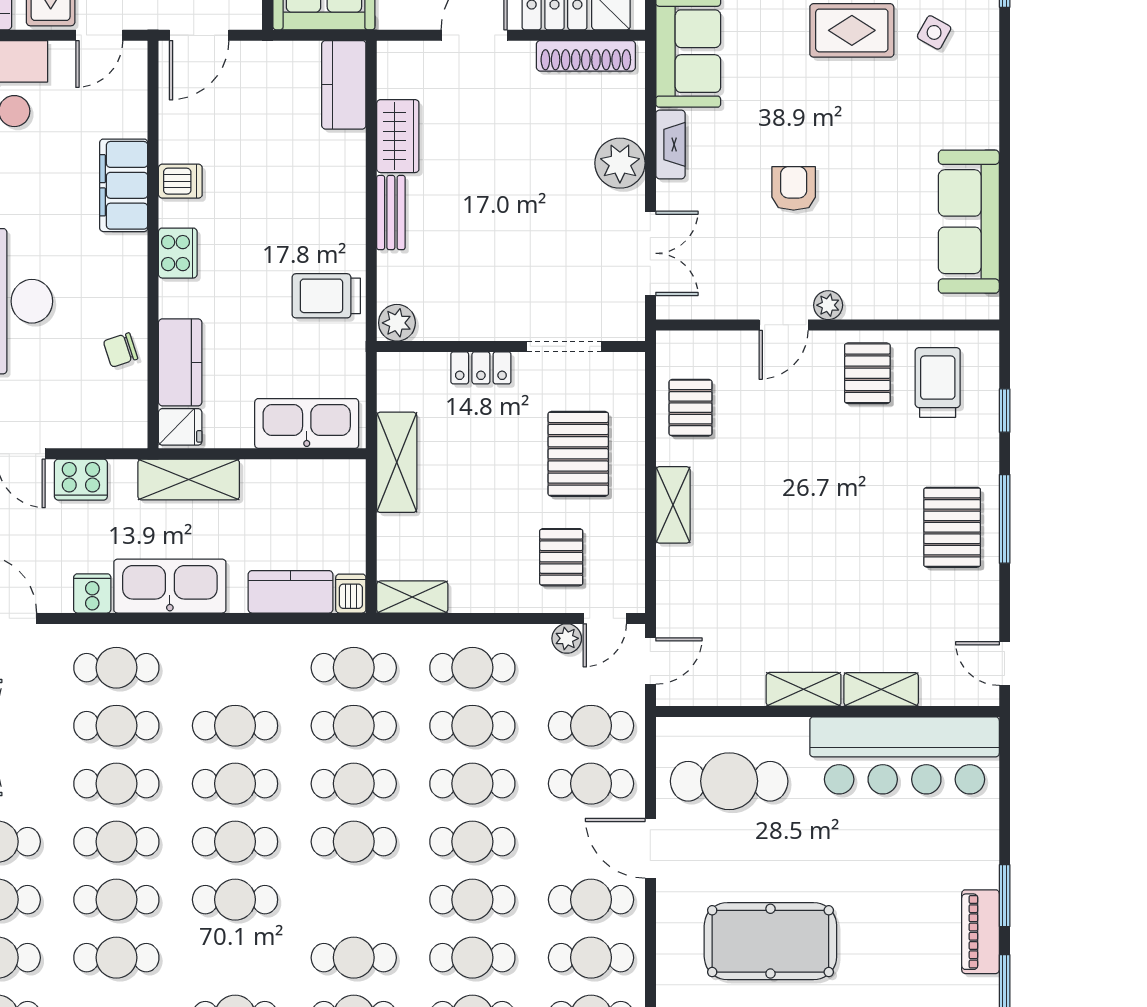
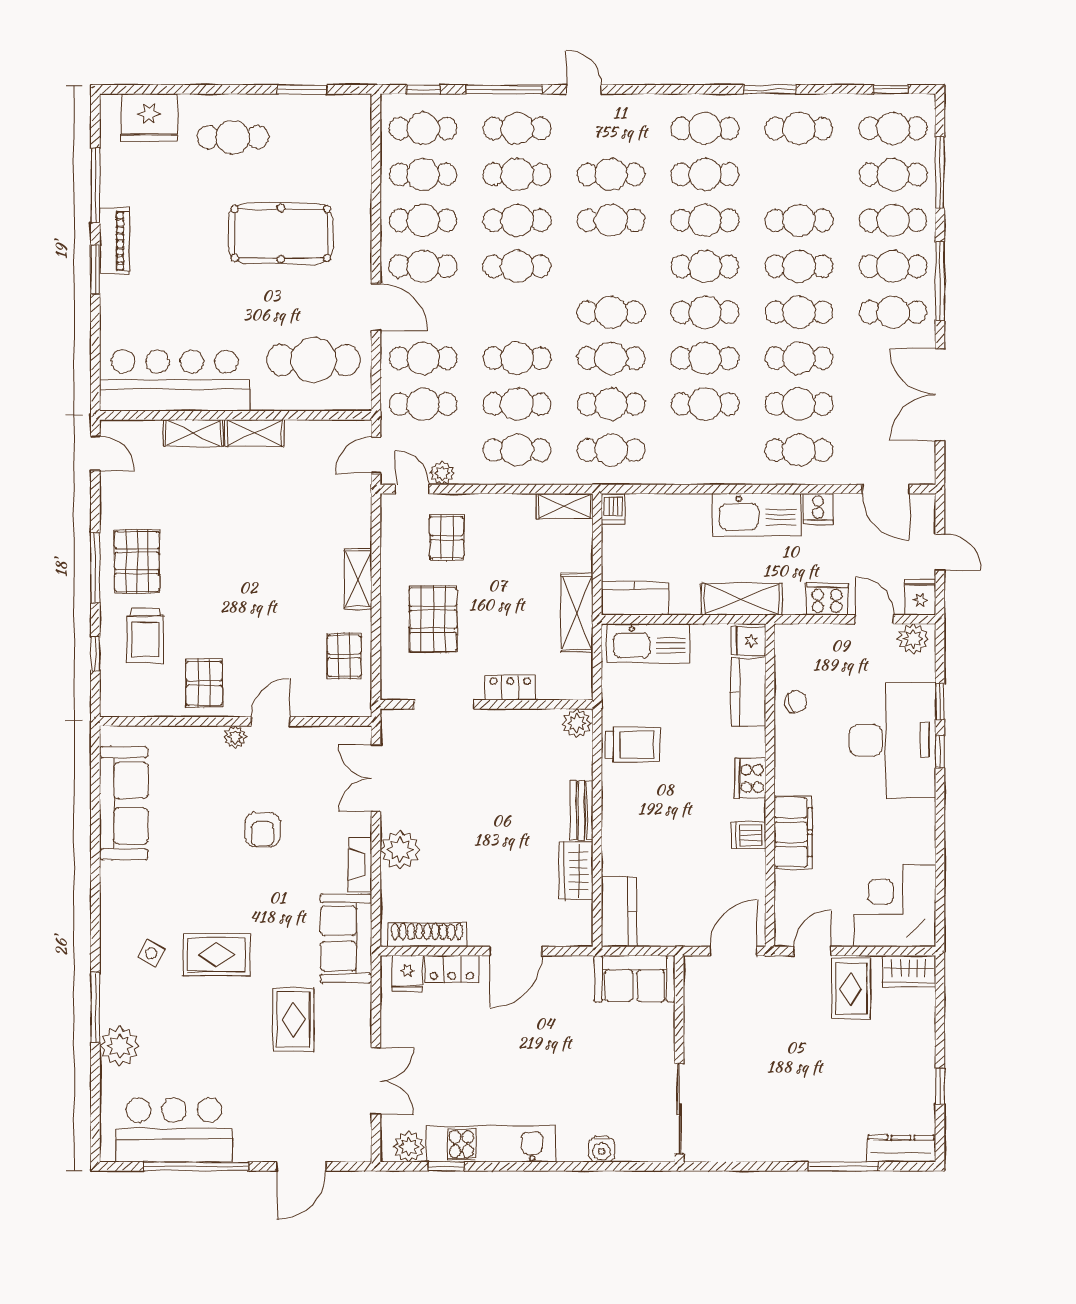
trolley: (938, 382) -> (145, 636), moved
kitchen counter: (291, 592) -> (635, 598), moved, turned 180
door: (605, 618) -> (412, 489), hinge flipped
cafe table: (472, 842) -> (705, 220), moved

